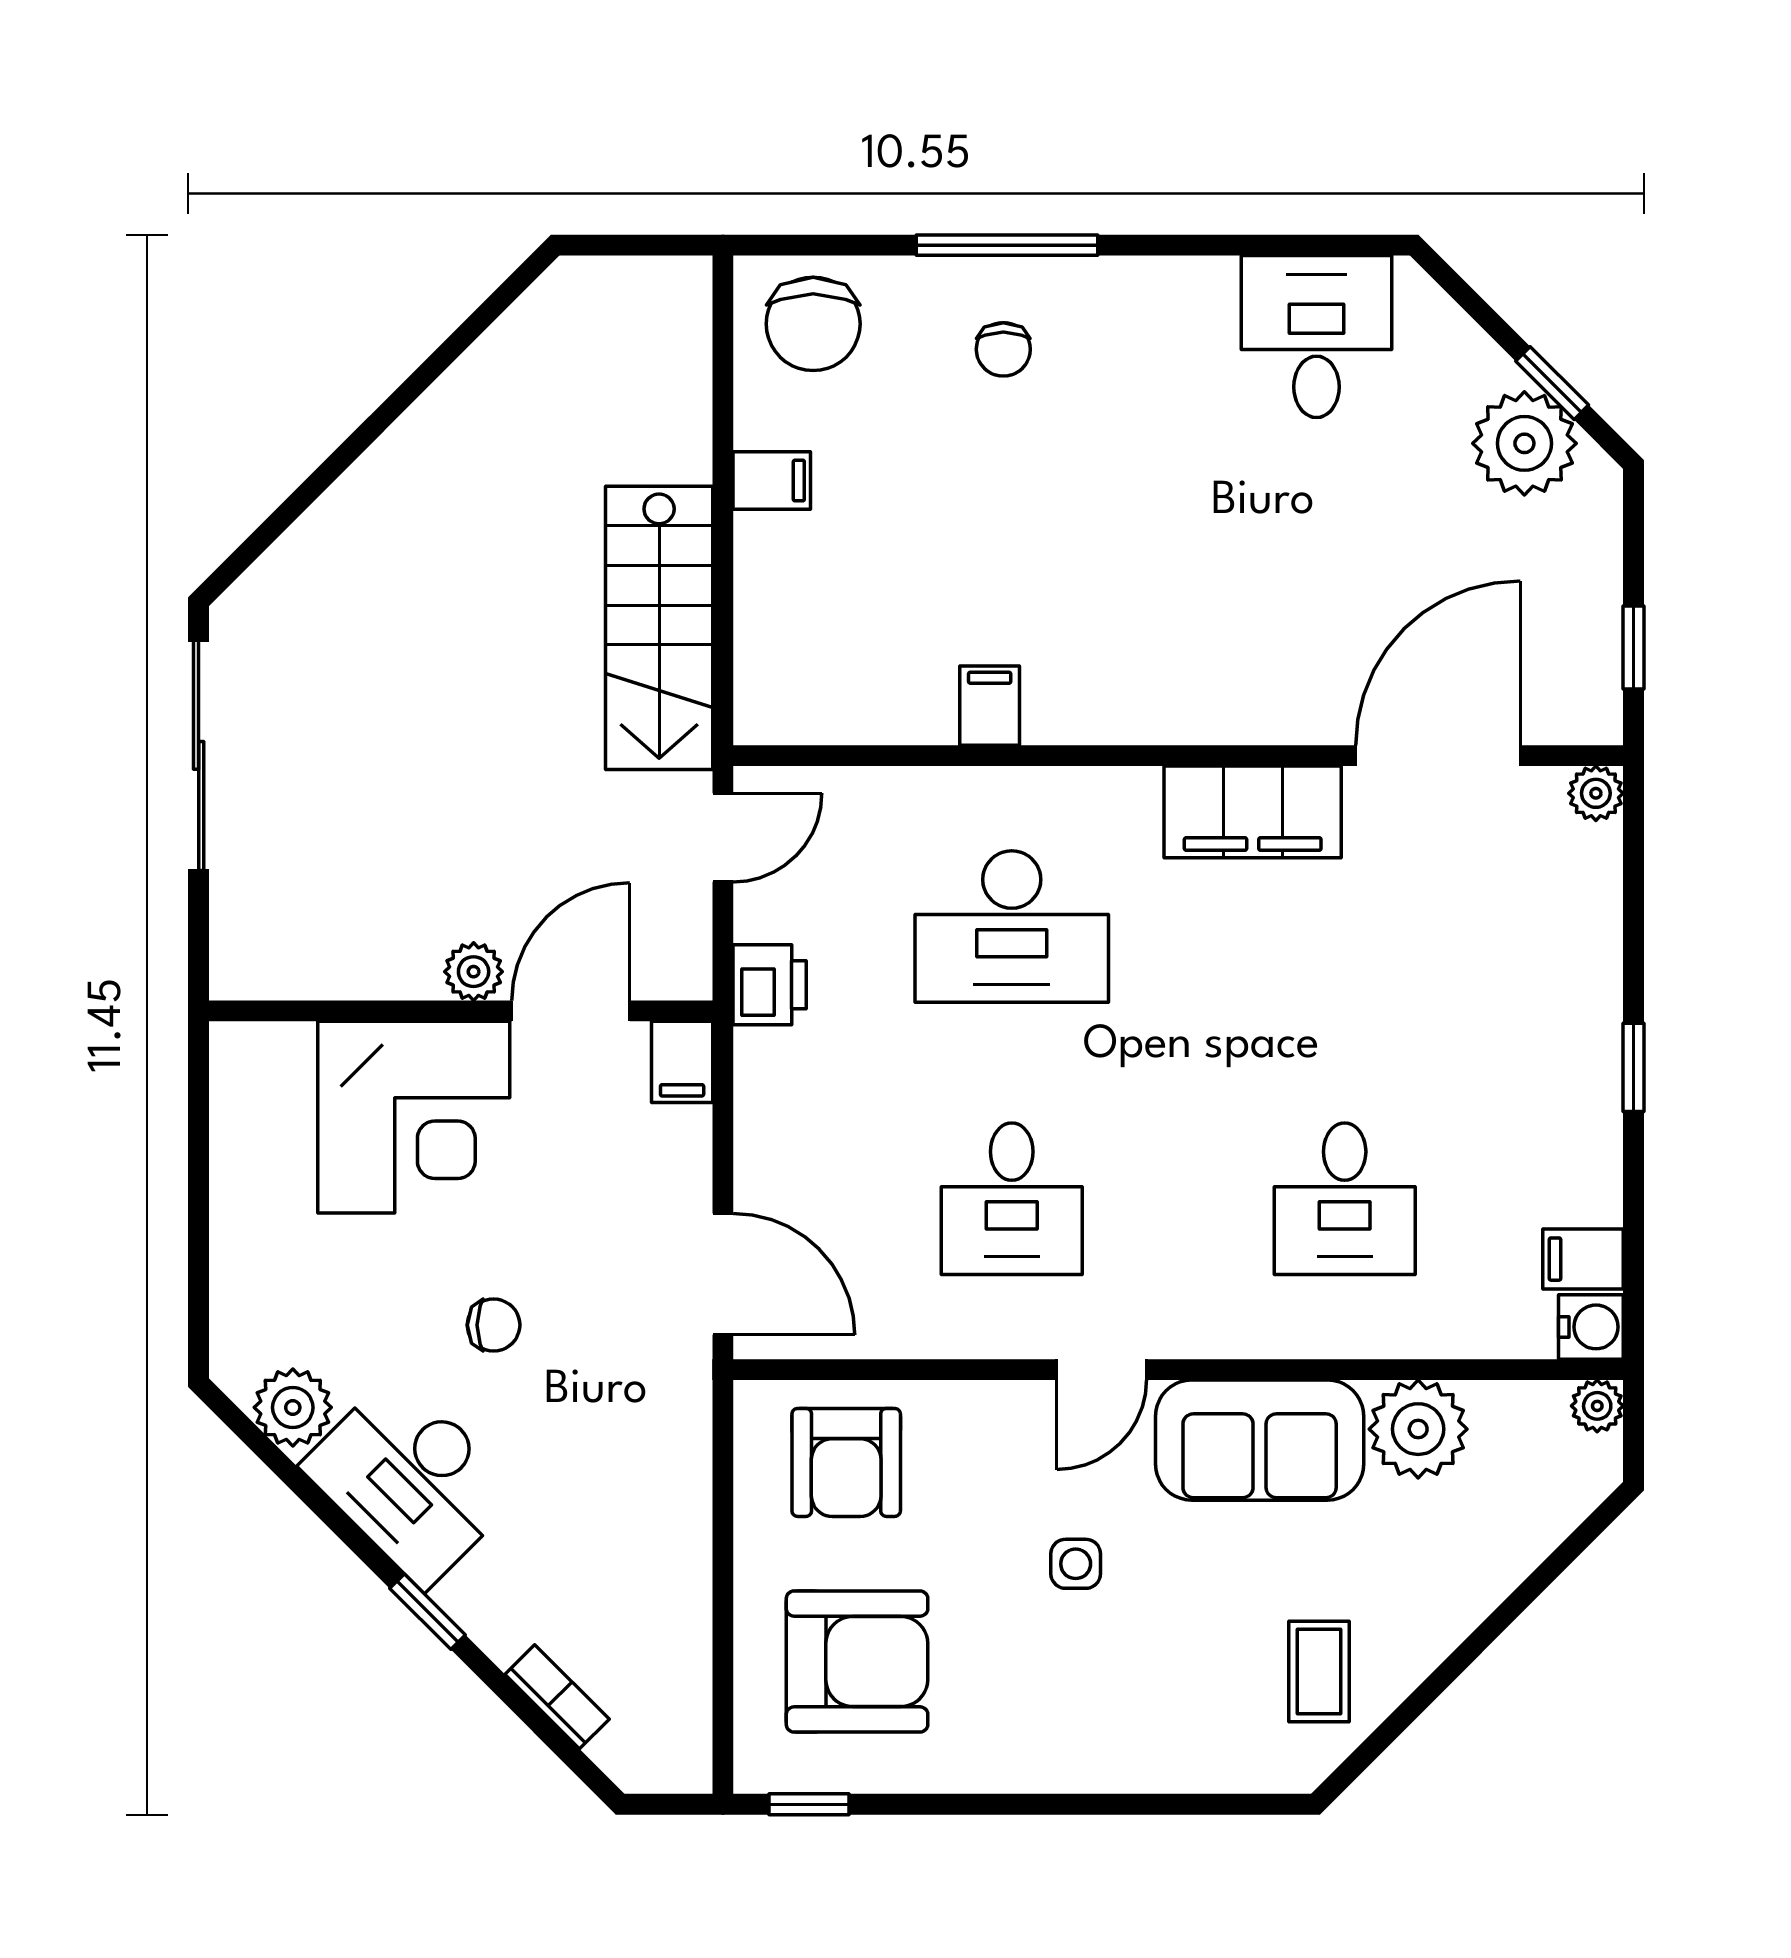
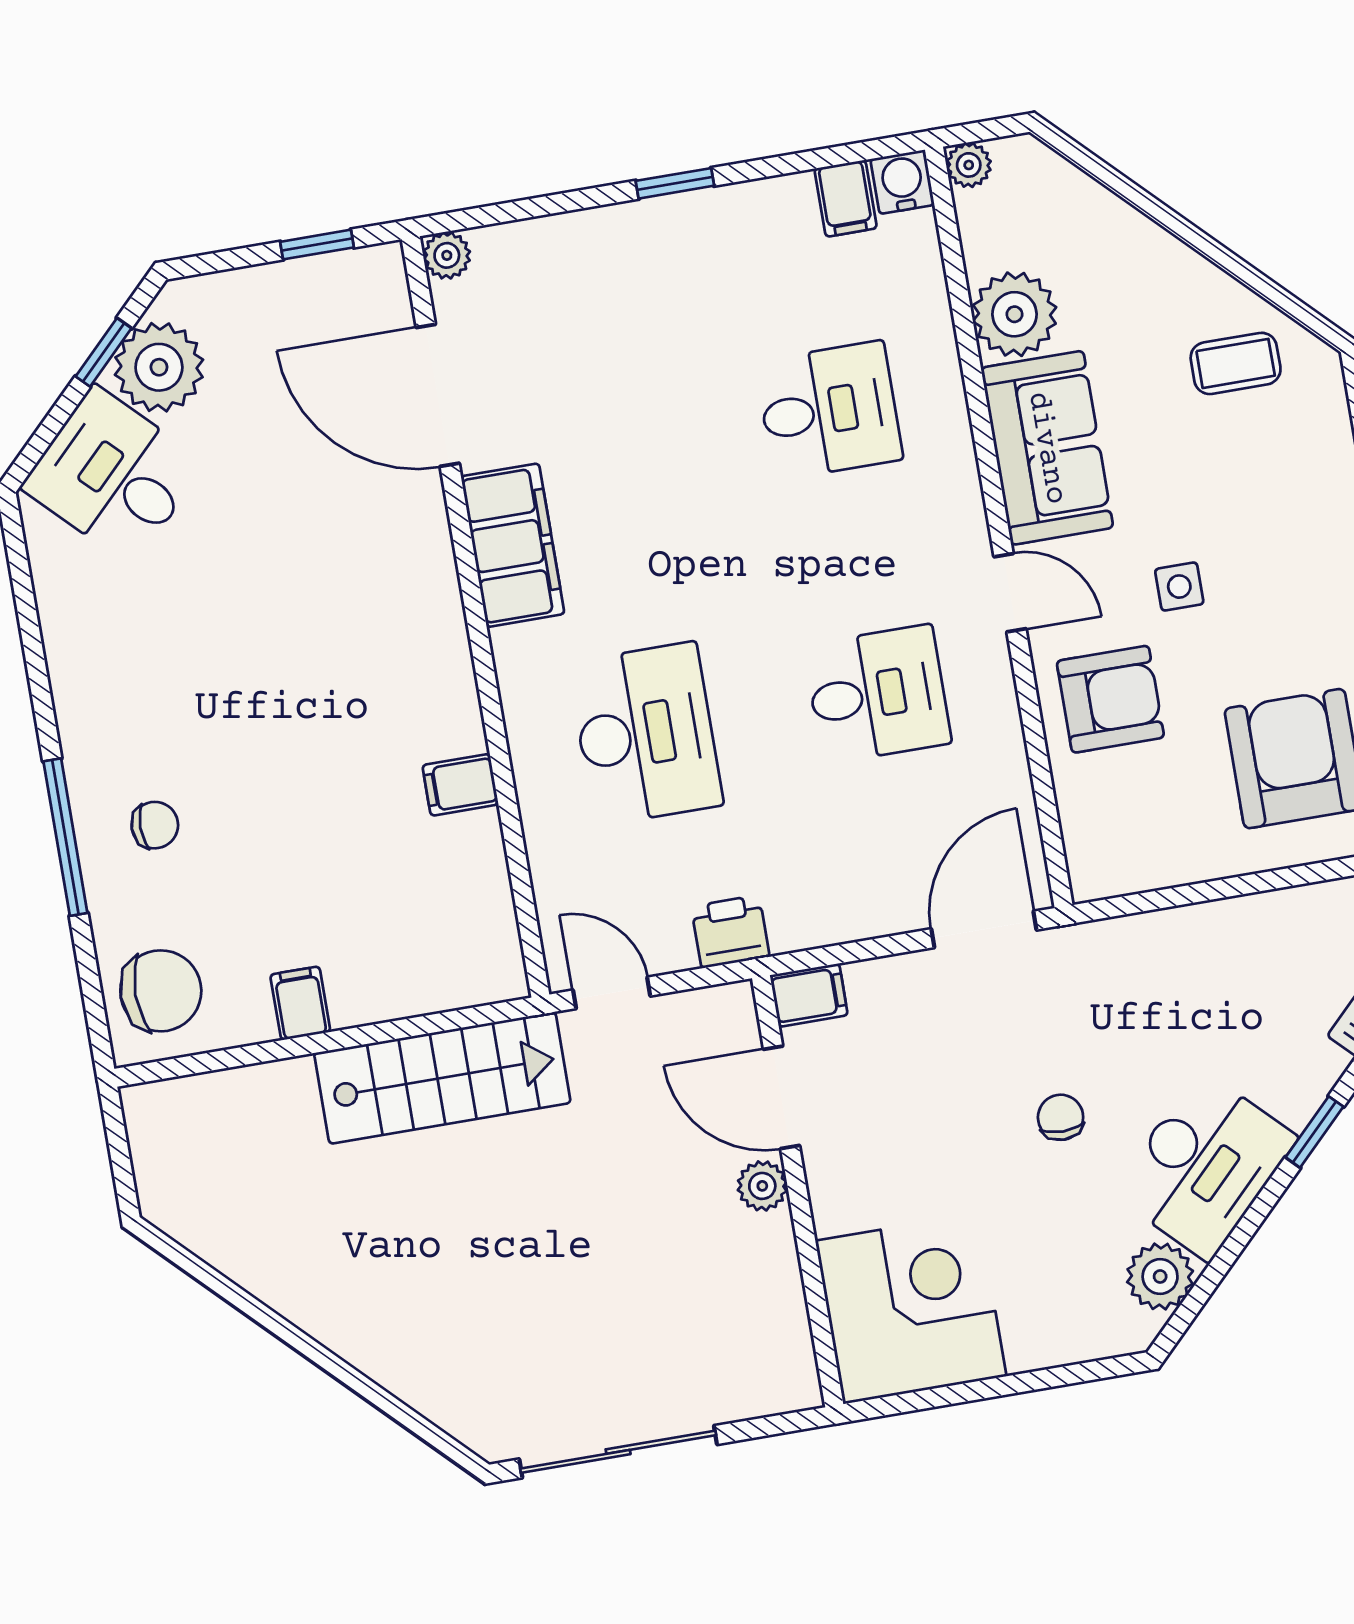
desk: (1316, 337) -> (113, 475), moved, turned 45
corner desk: (414, 1117) -> (911, 1309), moved
armchair: (846, 1462) -> (1110, 699), moved

